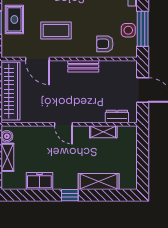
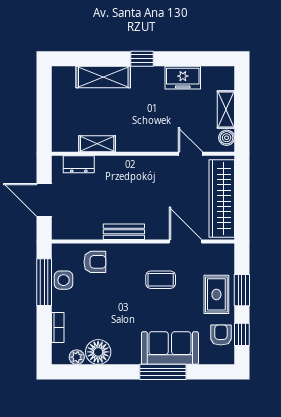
coffee table: (56, 30) -> (161, 280), width x0.73, depth x0.77
door: (63, 124) -> (190, 154), moved

